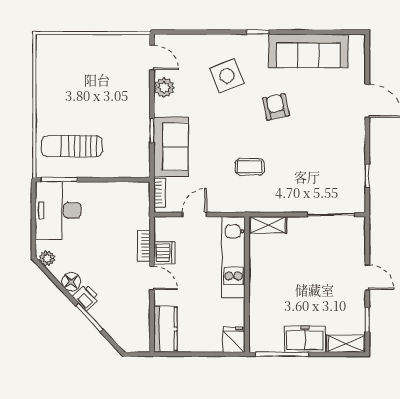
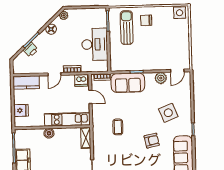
side table: (48, 51) -> (180, 13), added
chair: (60, 111) -> (146, 20), added
desk: (58, 210) -> (95, 44), moved, turned 90
dishwasher: (164, 253) -> (81, 80), moved
boiler: (258, 291) -> (49, 133), added
printer: (86, 297) -> (31, 50), moved
fridge: (233, 340) -> (21, 110), moved

